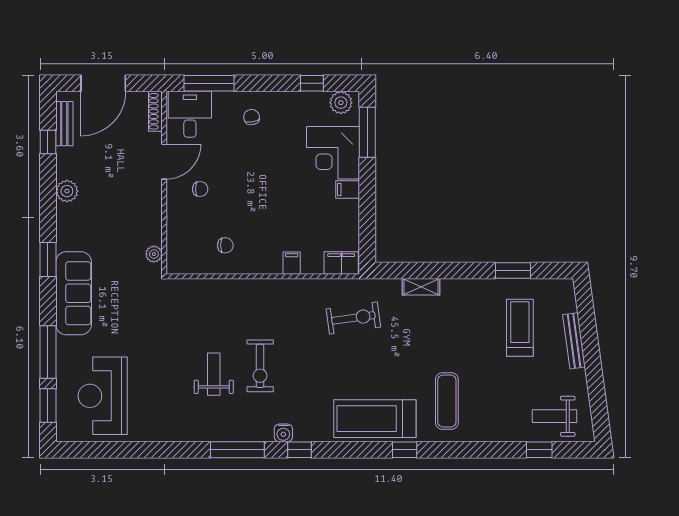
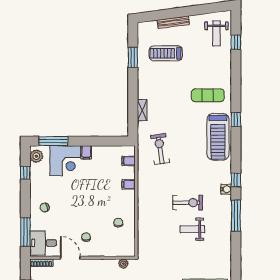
filing cabinet: (341, 263) -> (129, 161), width x0.50

